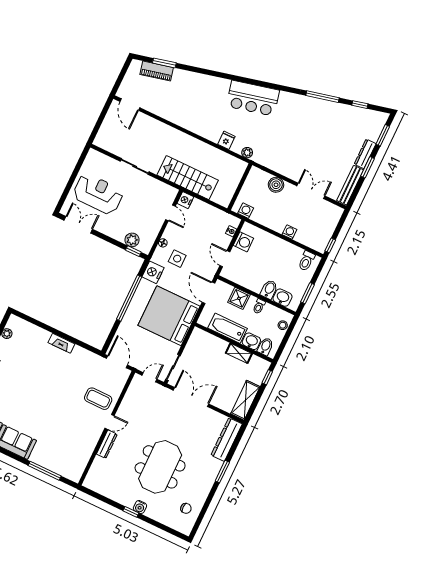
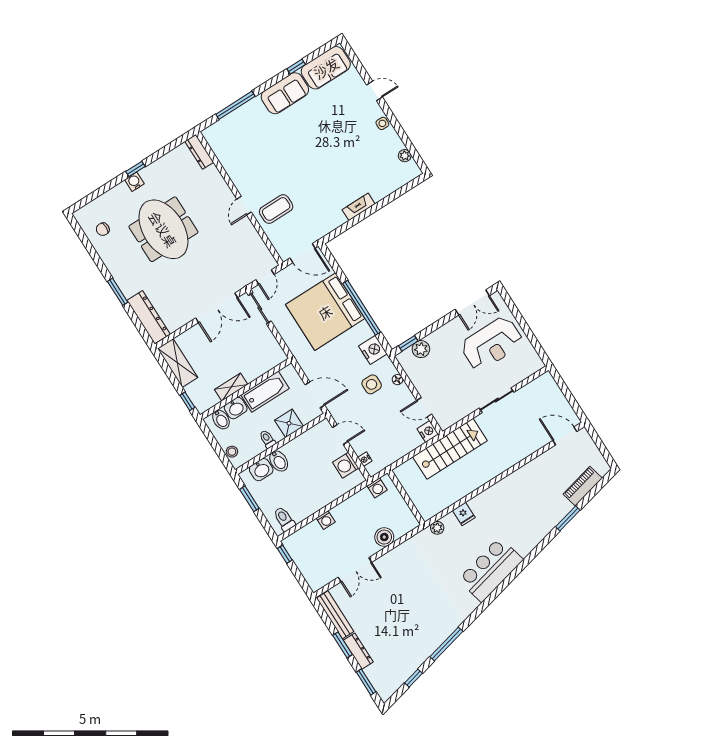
window: (164, 63) -> (568, 518), moved
bed: (169, 316) -> (325, 312), moved, turned 180
dresser: (107, 444) -> (199, 152), moved

